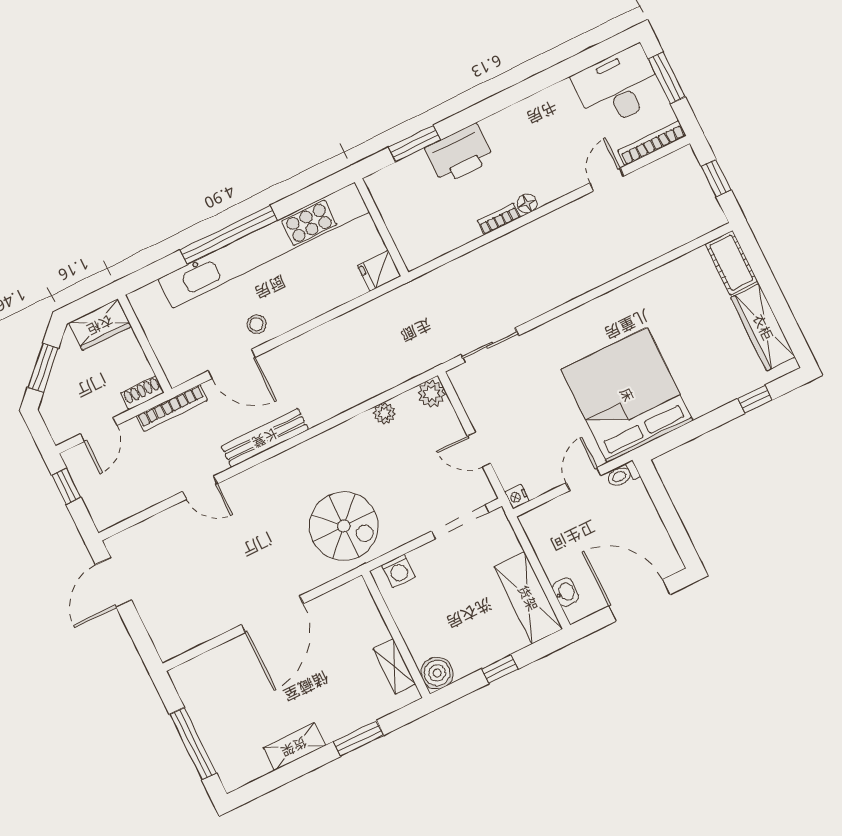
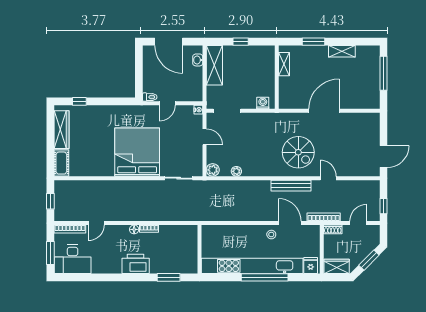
printer: (459, 154) -> (136, 264), moved
fridge: (379, 271) -> (311, 266), moved, turned -90
bed: (627, 395) -> (137, 152), moved, turned 180
spiral stairs: (344, 526) -> (298, 152), moved, turned 180
boiler: (437, 673) -> (268, 53), removed

